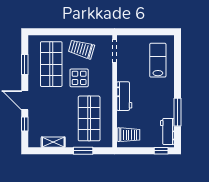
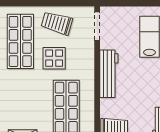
workbench: (124, 96) -> (109, 74), width x1.38

